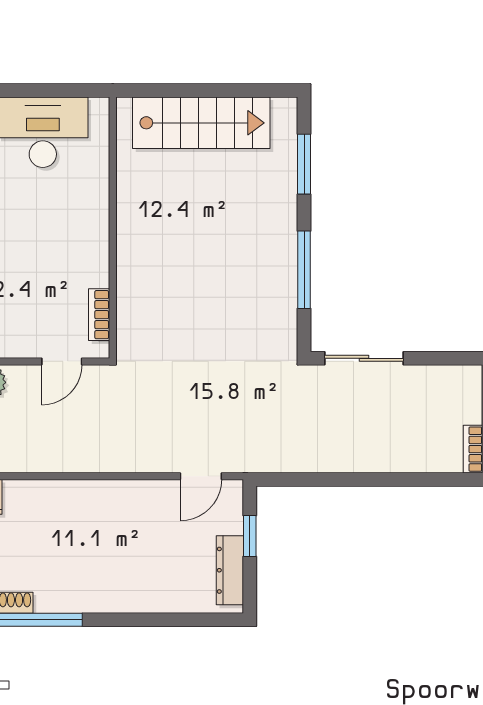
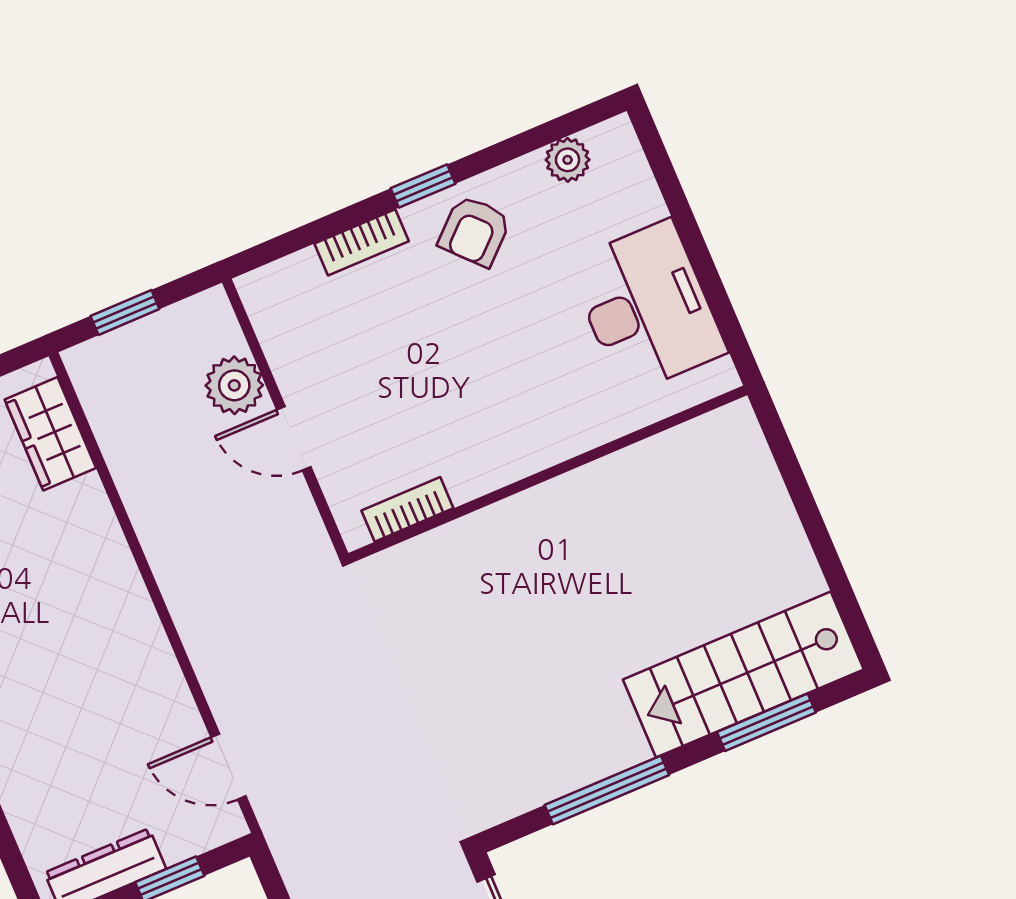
stairs: (201, 123) -> (743, 675), moved, turned 90
door: (62, 361) -> (294, 438), moved

